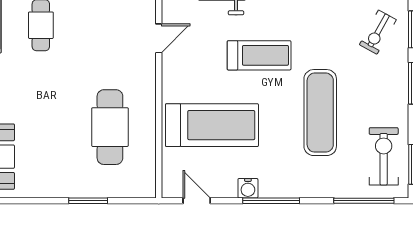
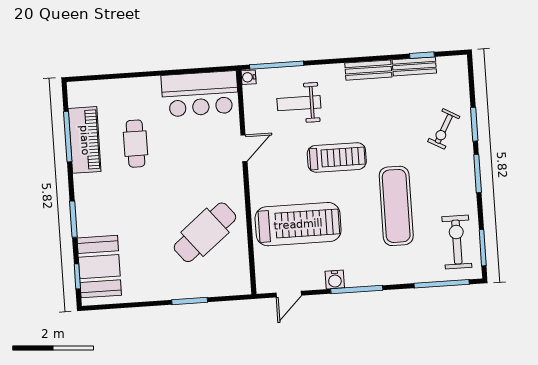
cafe table: (110, 127) -> (205, 232), turned 51
door: (197, 201) -> (289, 294), swing flipped

